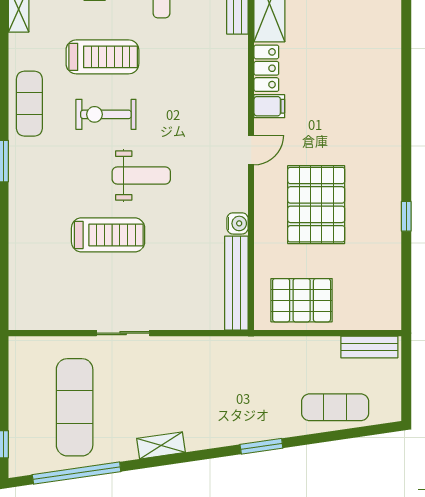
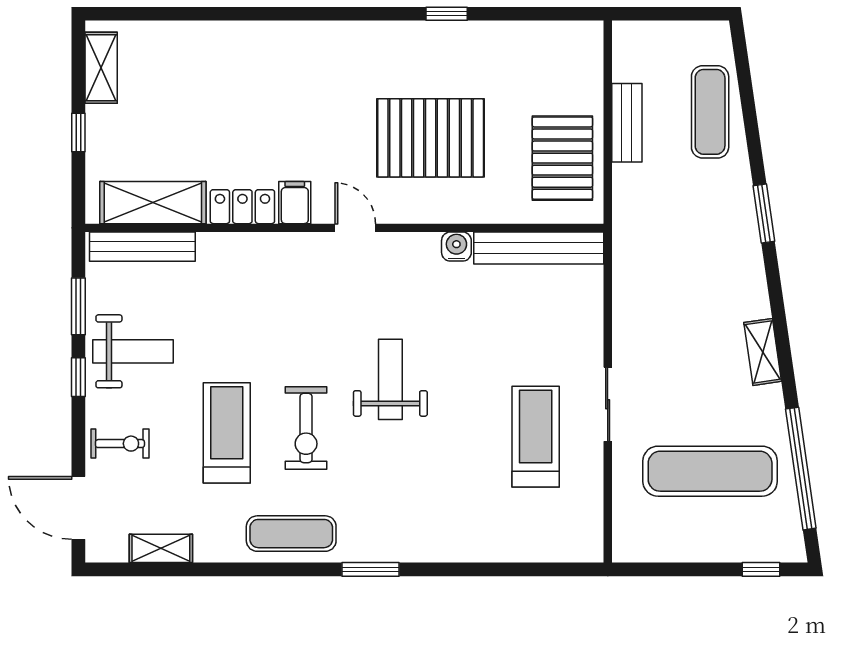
treadmill: (108, 235) -> (536, 437), moved
bench: (369, 347) -> (627, 123), moved

